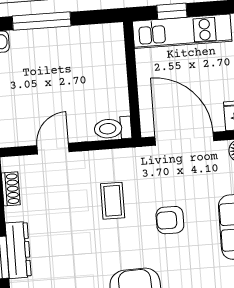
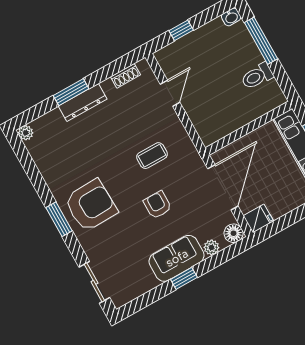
toilet: (113, 128) -> (257, 76), moved, turned -90
door: (53, 149) -> (170, 93), hinge flipped

